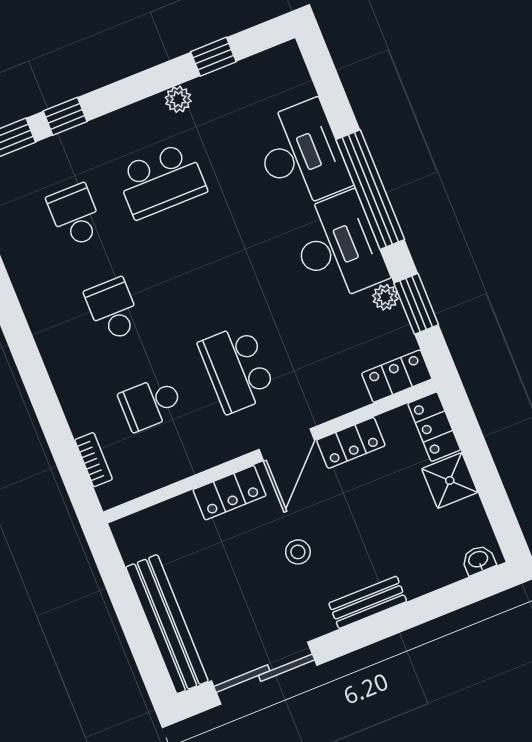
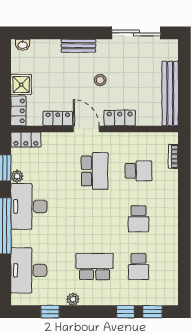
desk: (301, 155) -> (29, 270), moved
door: (287, 445) -> (86, 129), hinge flipped
bench: (167, 624) -> (170, 93), moved

